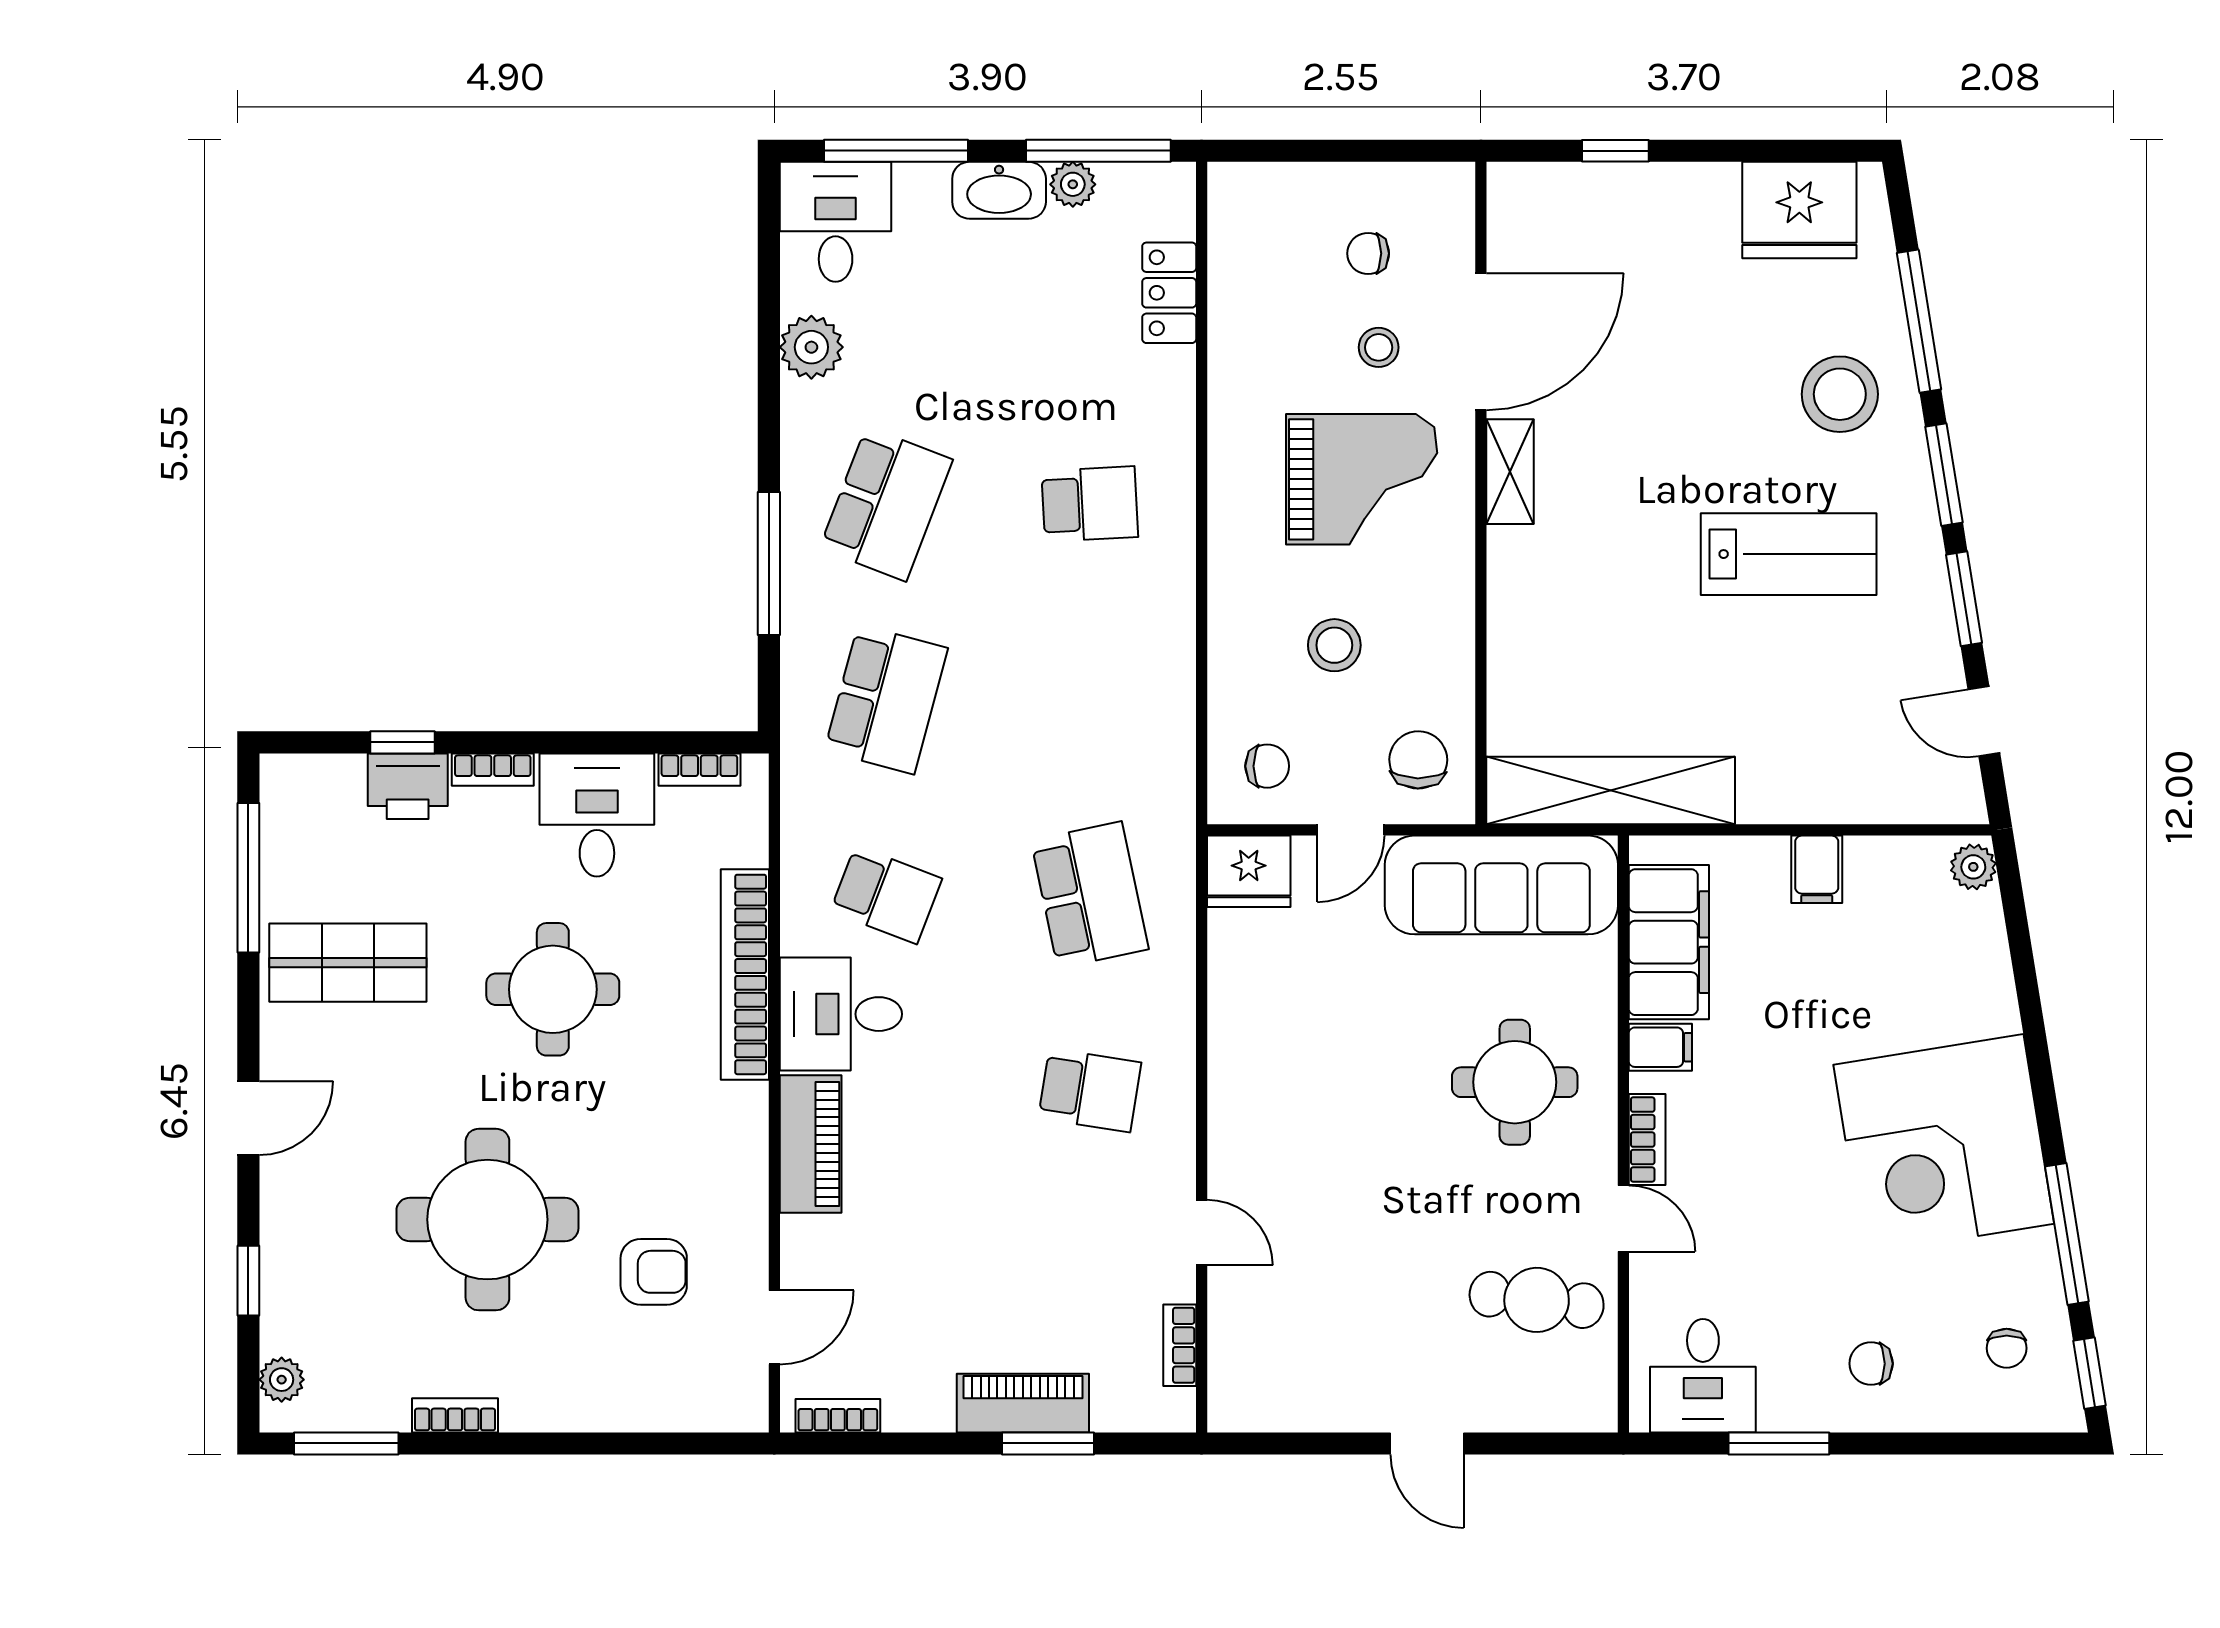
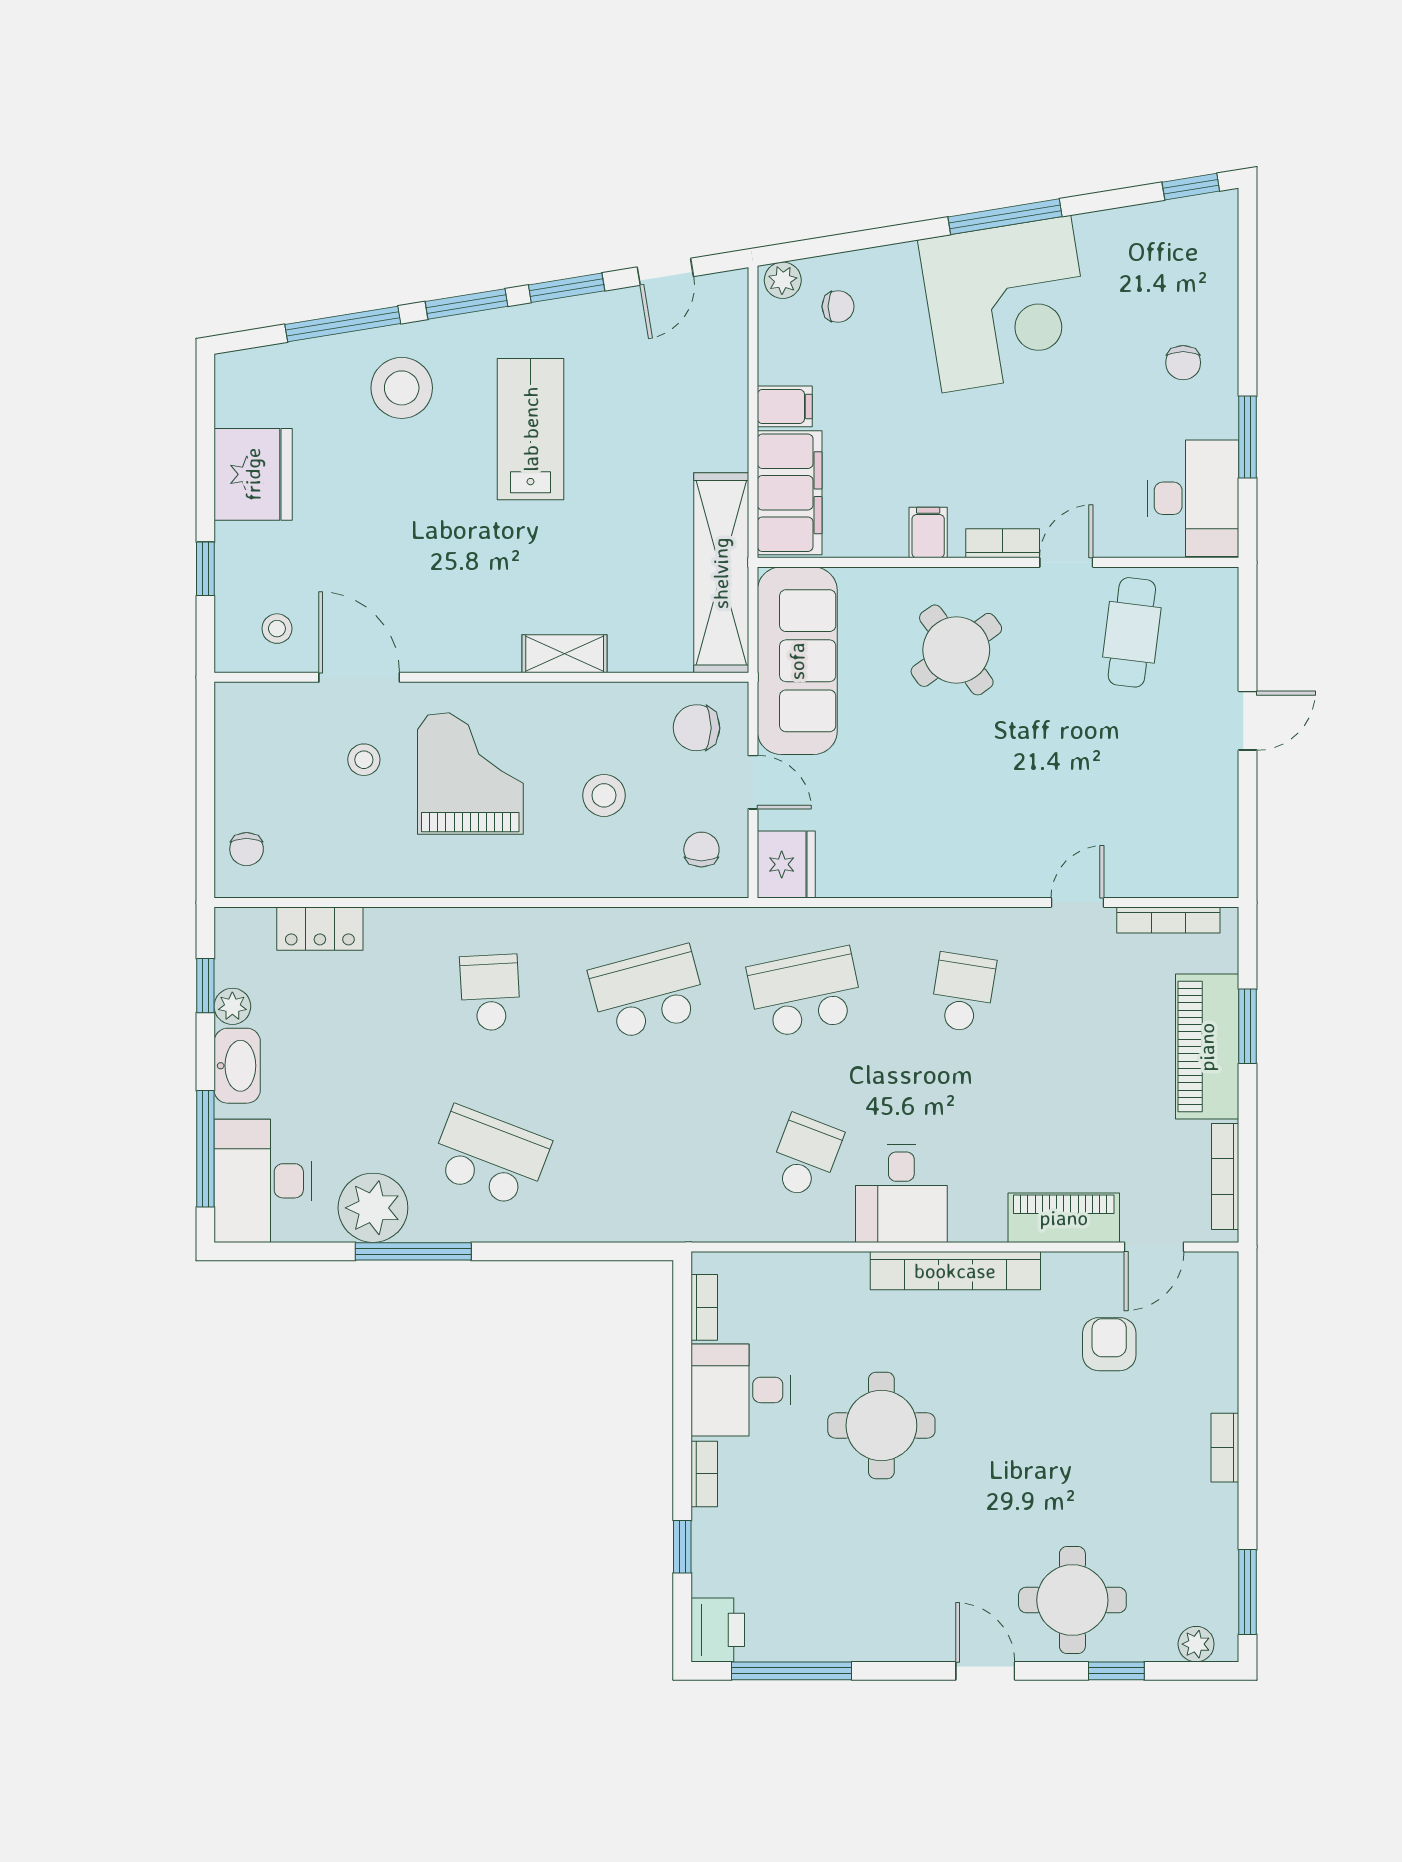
window: (1098, 151) -> (205, 986), width x0.46
fridge: (1799, 210) -> (253, 474), moved
desk: (836, 222) -> (263, 1181), width x1.37
stool: (1541, 240) -> (277, 629), added
chair: (1368, 253) -> (247, 849), moved
door: (1481, 342) -> (359, 677), width x0.73
plant: (811, 347) -> (373, 1208), width x1.36, depth x1.36
shelving: (1510, 472) -> (565, 654), moved
window: (769, 564) -> (413, 1251), moved
school desk: (886, 699) -> (648, 993), moved, turned -30
printer: (408, 786) -> (718, 1630), moved
filing cabinet: (1669, 942) -> (790, 493), moved, turned 90
shop shelf: (348, 963) -> (860, 1591), removed
bookcase: (745, 974) -> (955, 1271), moved
round table: (1515, 1082) -> (956, 650), turned -36
piano: (811, 1144) -> (1064, 1218), moved
round table: (487, 1220) -> (1072, 1600), moved, width x0.73, depth x0.73
window: (2067, 1234) -> (1005, 217), moved
door: (774, 1327) -> (1154, 1247), swing flipped
bookcase: (1180, 1345) -> (1168, 920), width x1.56
chair: (2007, 1348) -> (838, 306), moved
desk: (1703, 1376) -> (1193, 498), width x1.37
piano: (1023, 1403) -> (1207, 1047), width x1.37, depth x1.33
bookcase: (455, 1415) -> (1225, 1448), moved
bookcase: (838, 1416) -> (1225, 1177), width x1.56

